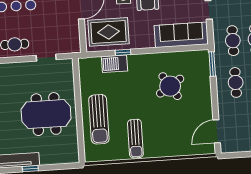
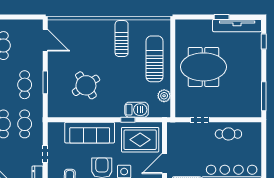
sofa: (181, 35) -> (90, 133), moved
window: (212, 64) -> (45, 82), moved
plant: (86, 81) -> (164, 96), added
door: (217, 131) -> (45, 40), hinge flipped

